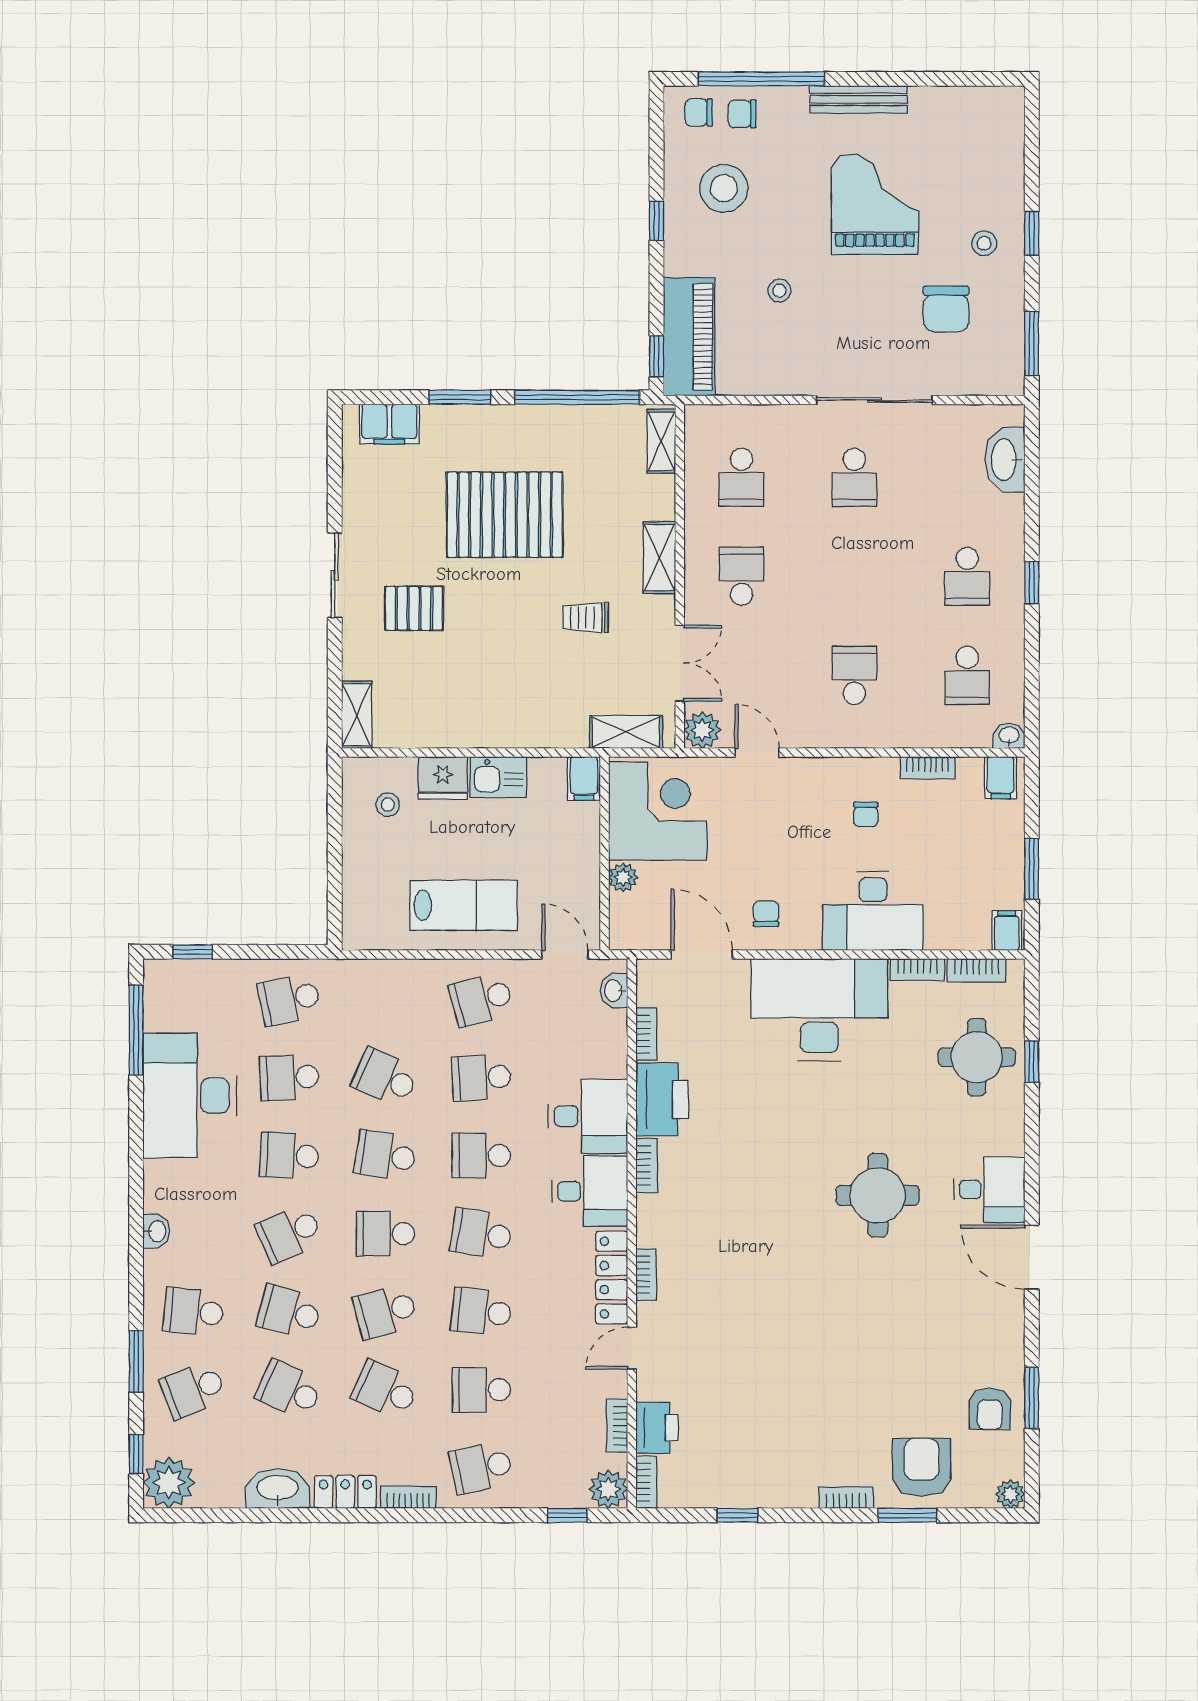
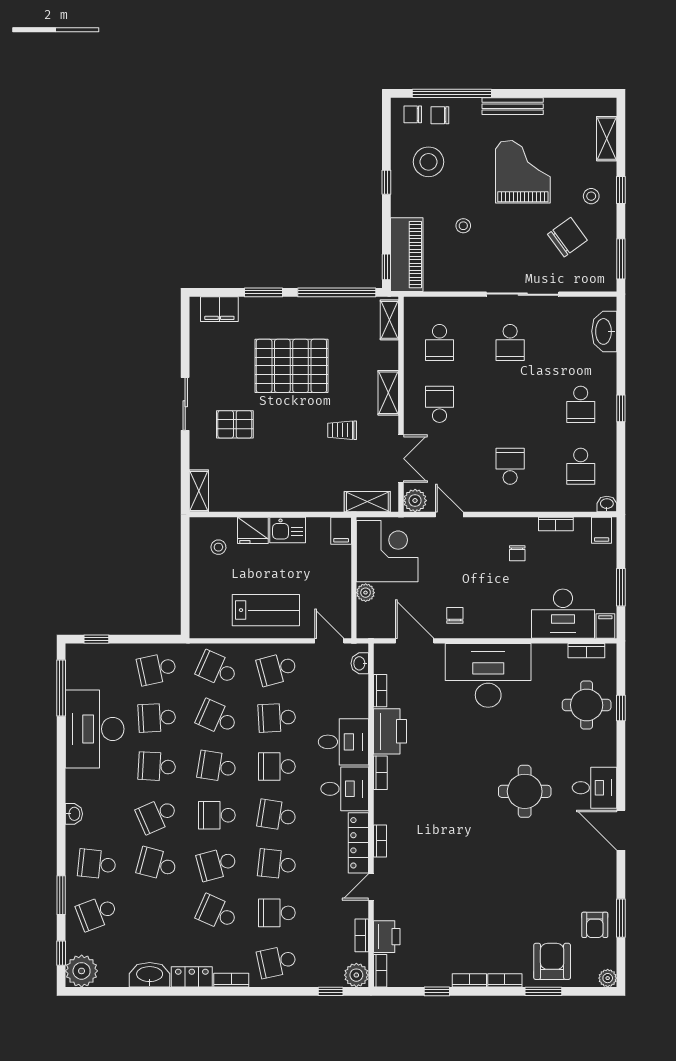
shelving: (1009, 151) -> (607, 139), added
chair: (946, 309) -> (567, 237), turned -126
desk: (873, 911) -> (563, 614), moved
bookcase: (917, 970) -> (469, 980), moved, turned 180
school desk: (289, 1390) -> (217, 669), moved

